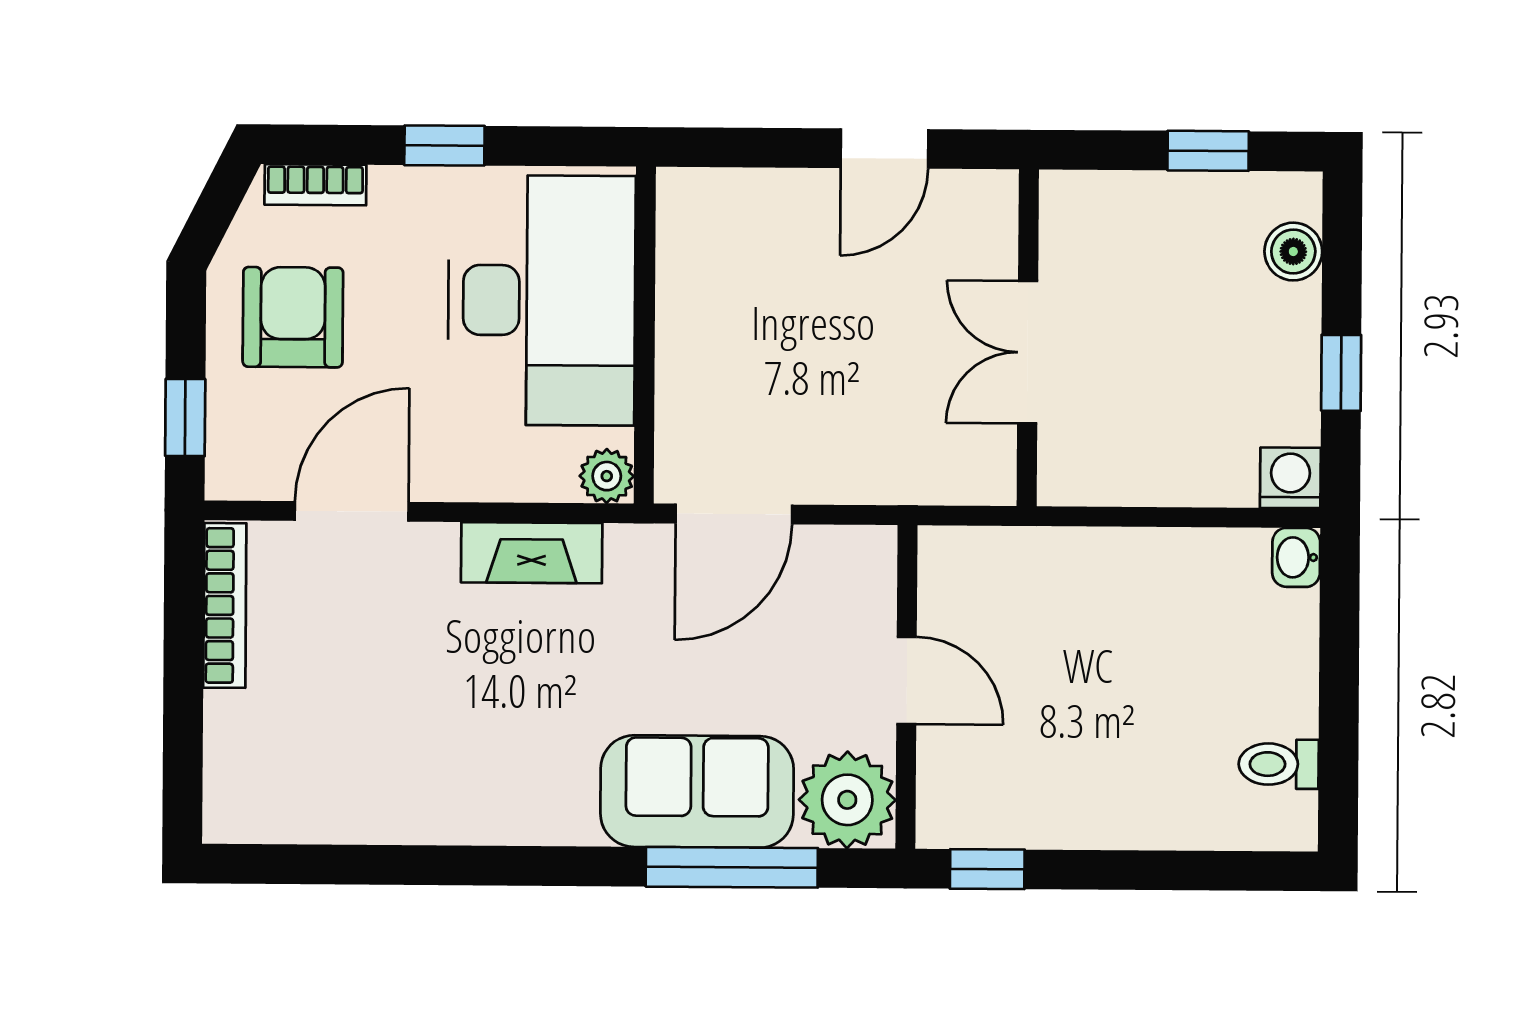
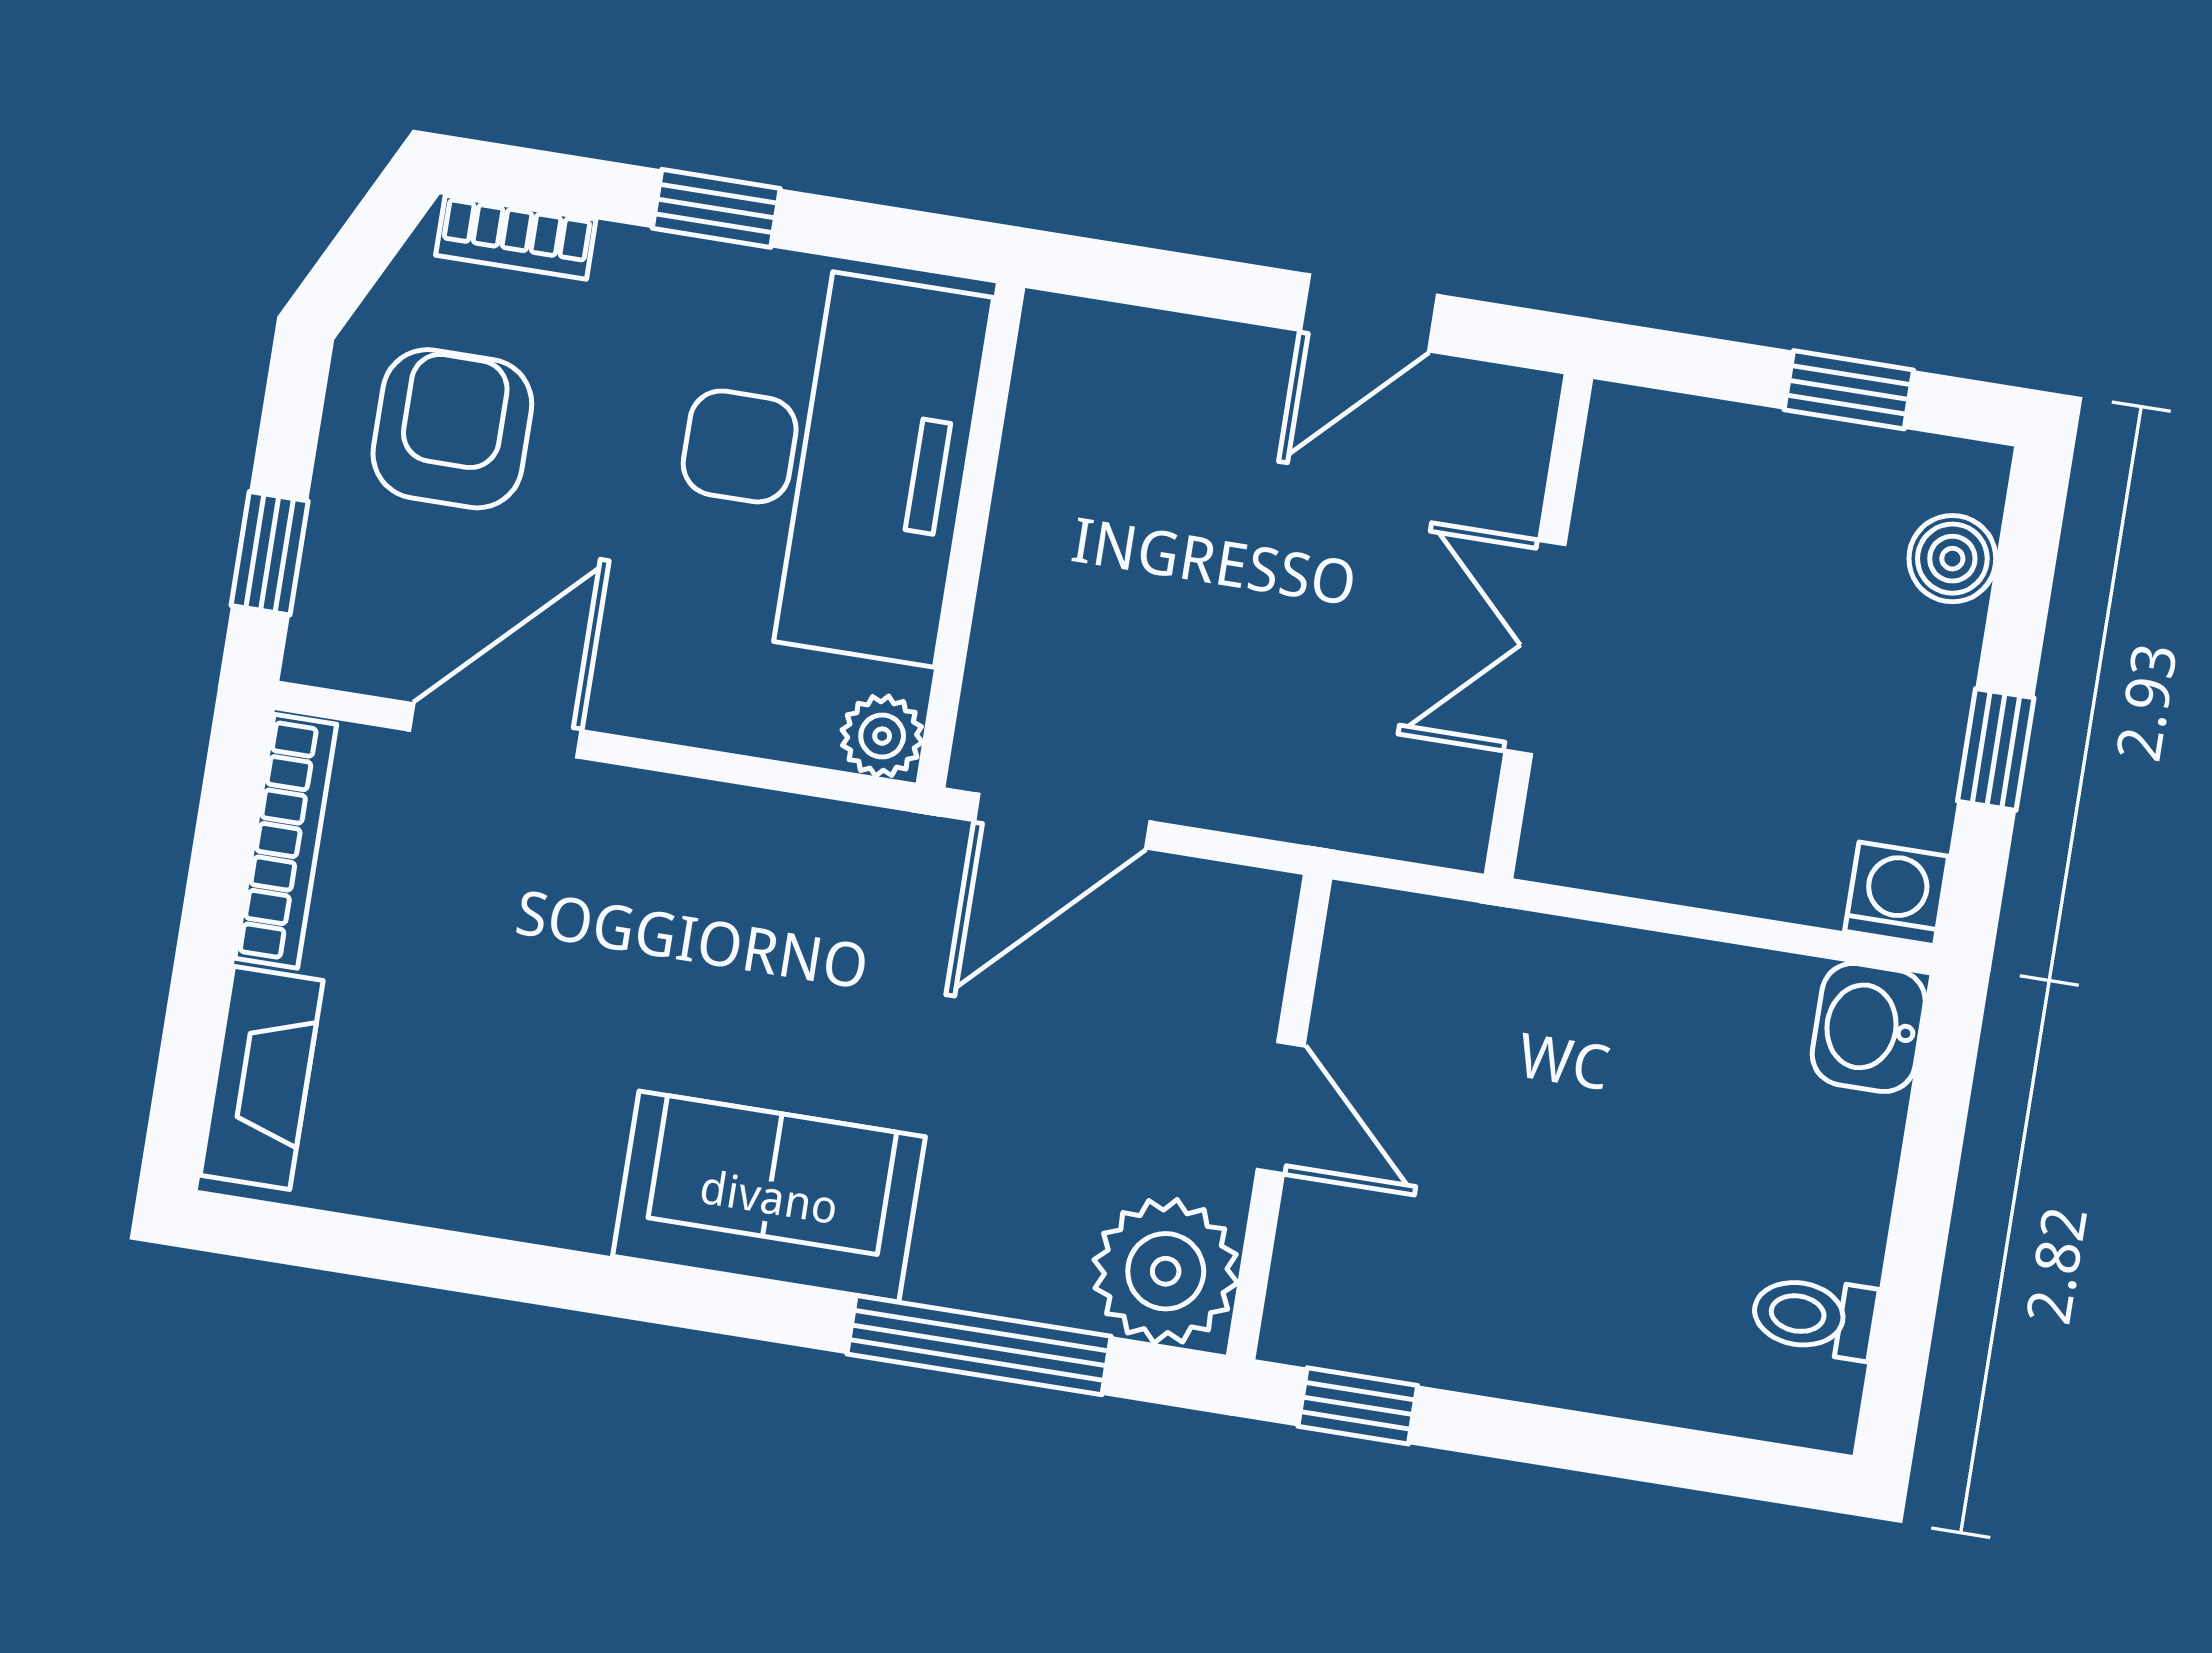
fireplace: (532, 553) -> (262, 1078), moved, turned -90
washbasin: (1296, 557) -> (1869, 1028), width x1.38, depth x1.45
sofa: (697, 791) -> (769, 1197), moved

